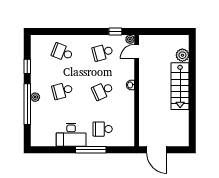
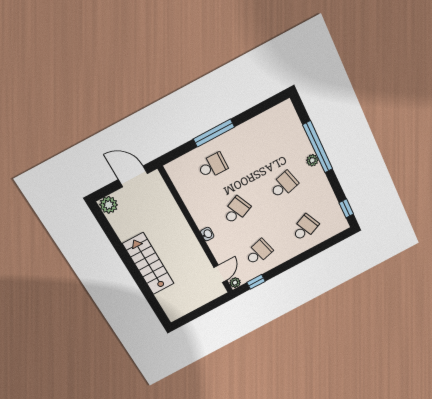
school desk: (62, 52) -> (305, 228), turned -45
plant: (182, 55) -> (109, 205), moved
window: (27, 66) -> (346, 208), moved
desk: (71, 135) -> (247, 138), removed

